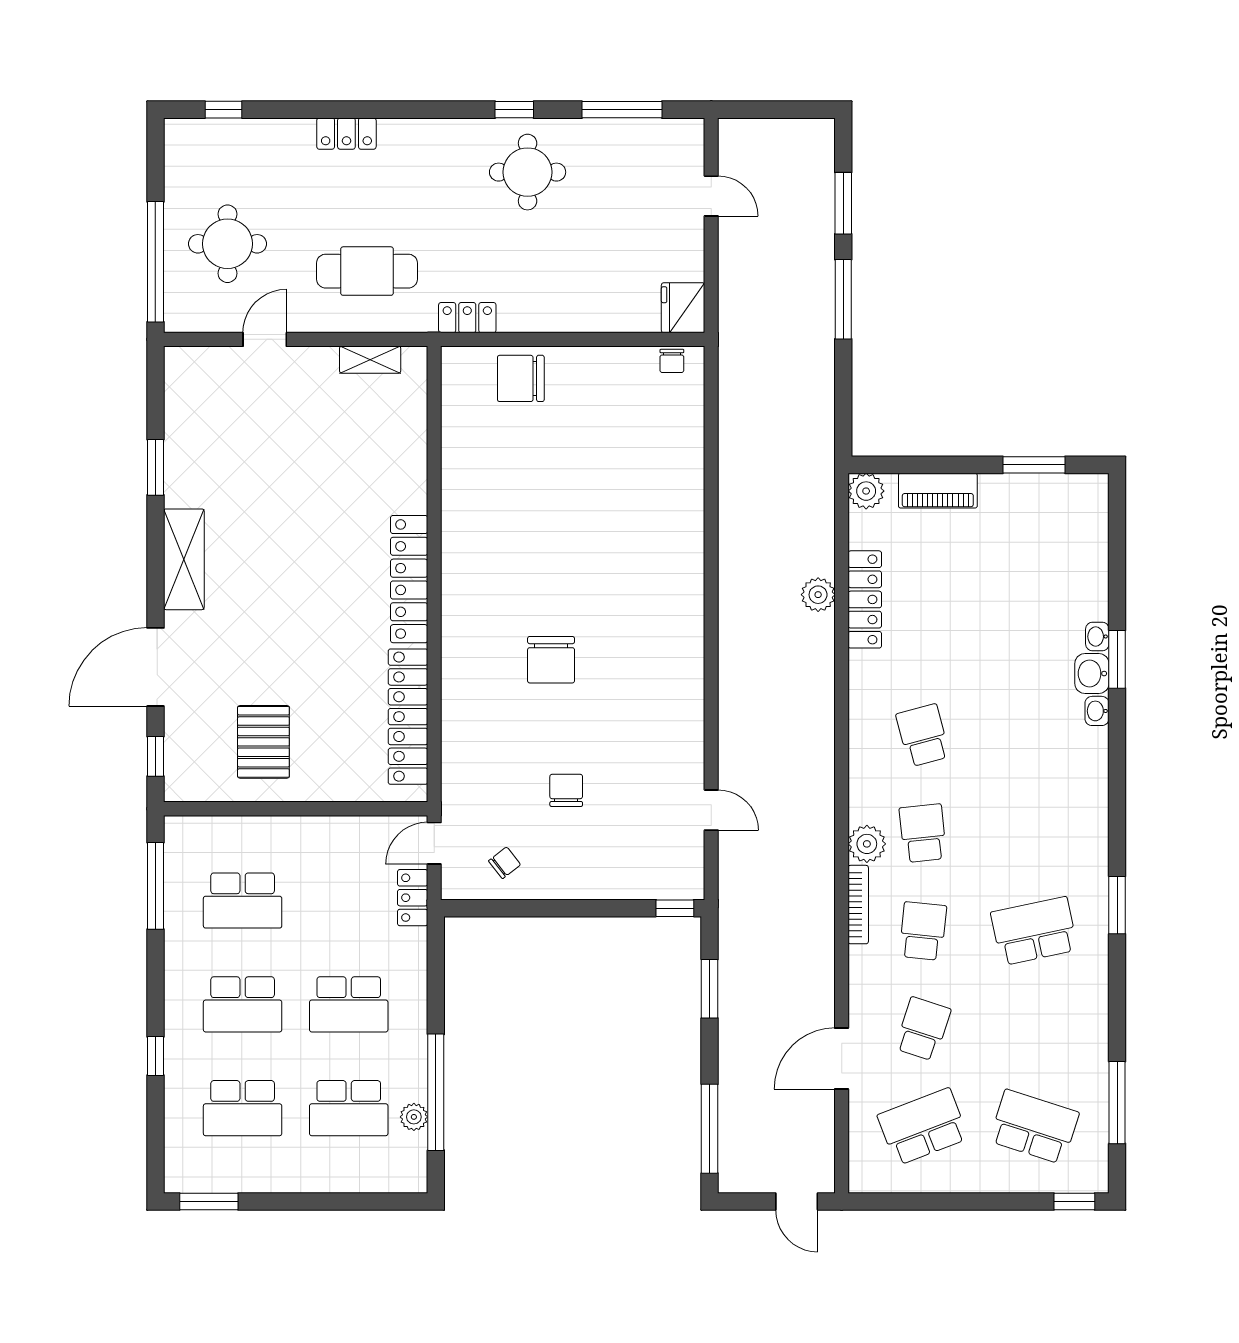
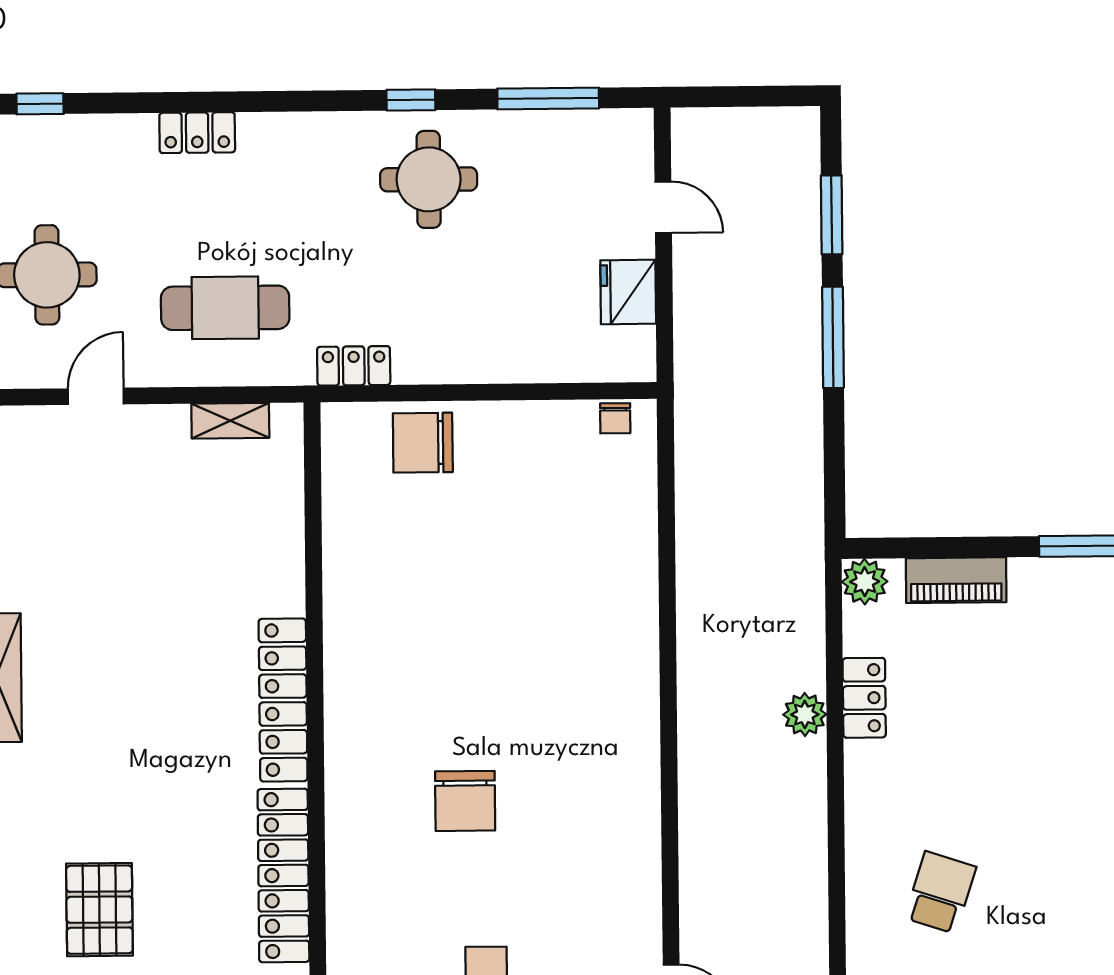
fridge: (683, 308) -> (628, 292), moved
locker: (865, 599) -> (864, 698), width x0.66
school desk: (923, 735) -> (940, 892), turned 33

